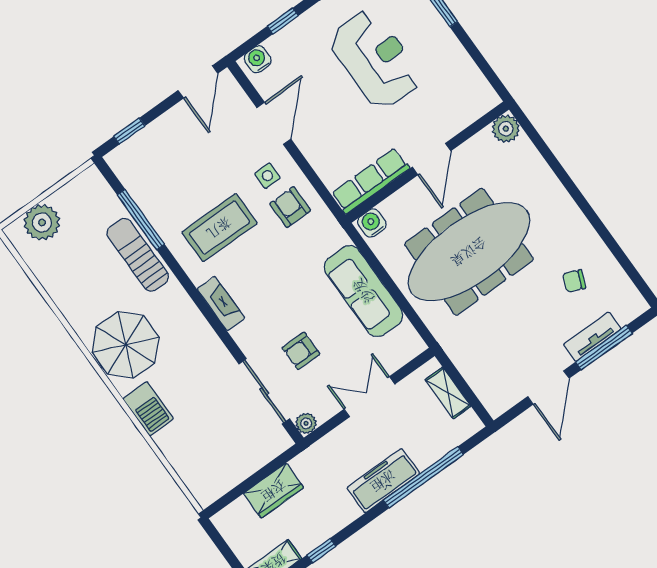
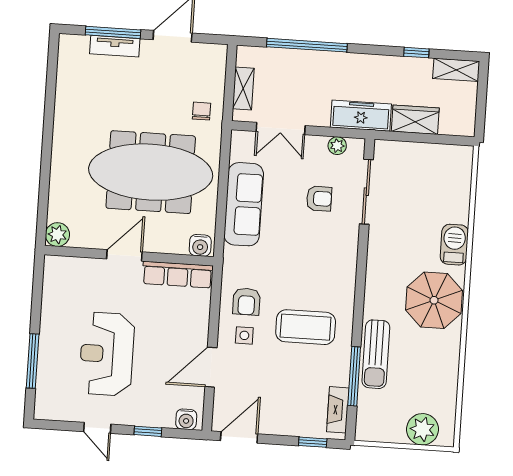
chair: (574, 281) -> (201, 111), moved, turned -113
fireplace: (221, 303) -> (338, 410), moved
double door: (369, 397) -> (281, 128), moved
plant: (306, 423) -> (337, 146), moved
freezer: (383, 481) -> (361, 116), moved, turned 180

